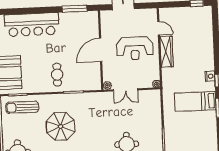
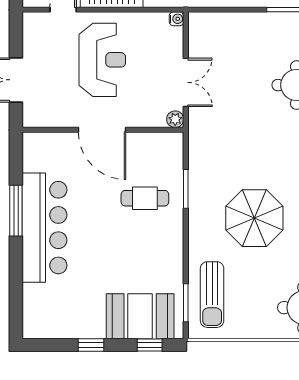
window: (74, 9) -> (16, 211), moved
bar counter: (32, 25) -> (45, 228), moved
cafe table: (57, 75) -> (145, 198), moved

